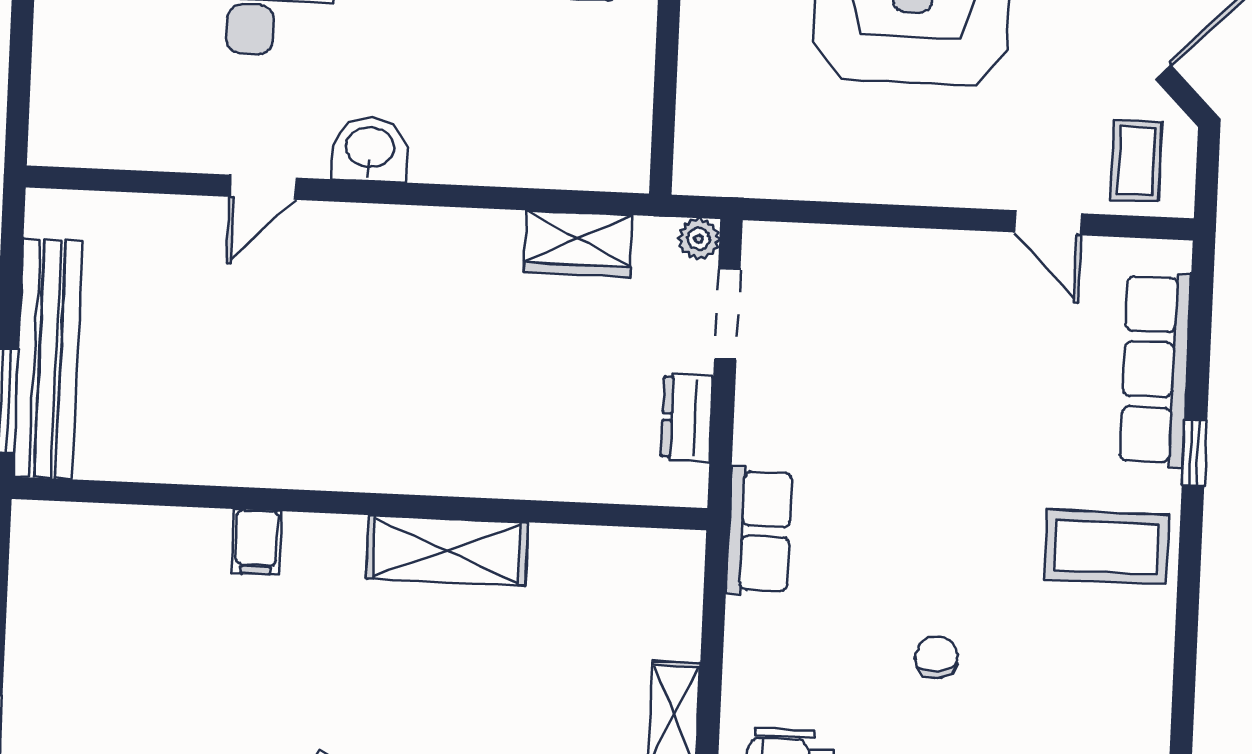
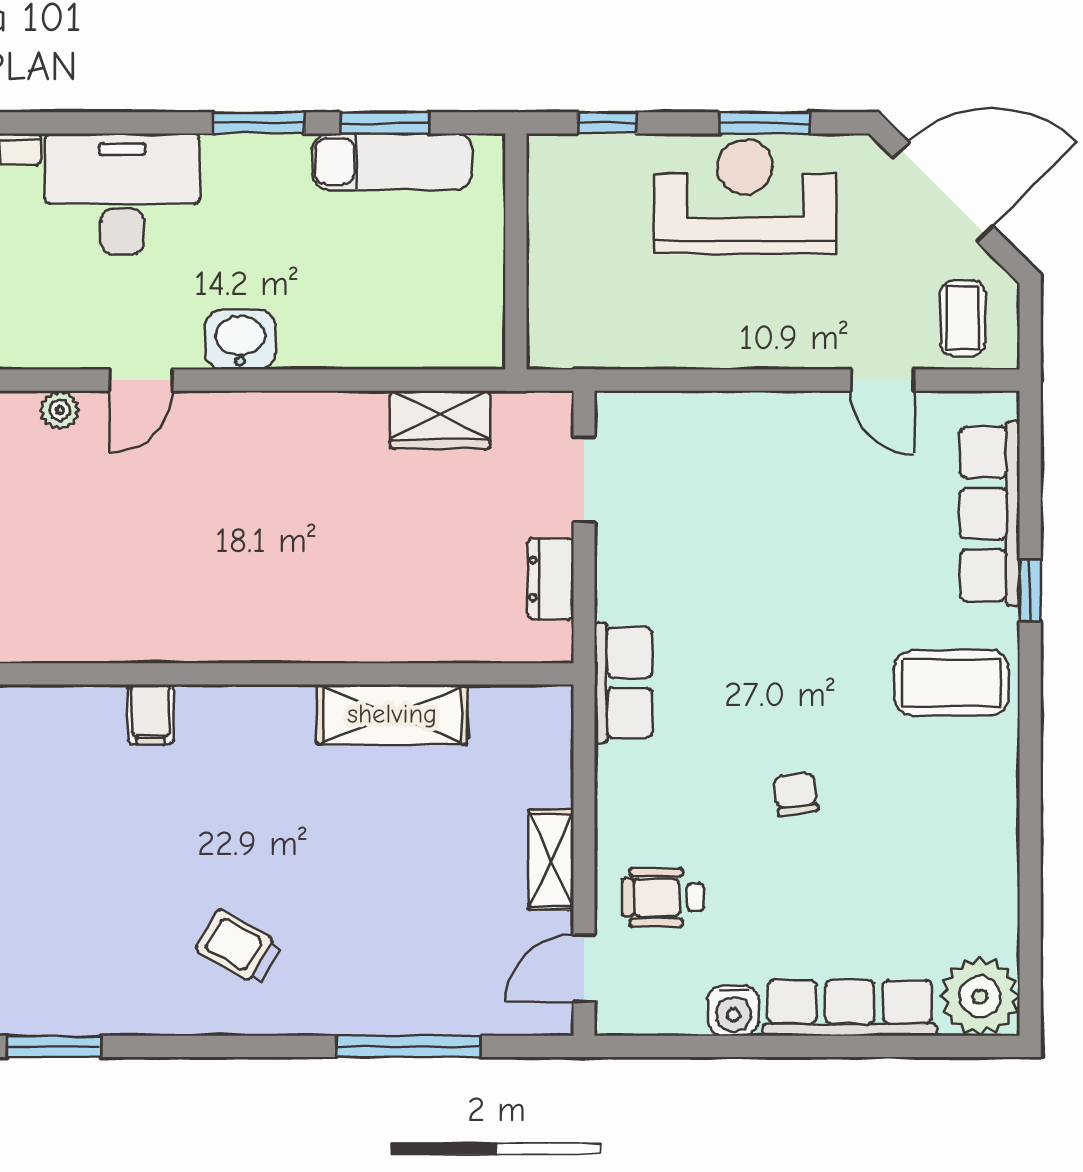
plant: (699, 239) -> (60, 410), moved
shelving: (447, 550) -> (392, 714), moved

